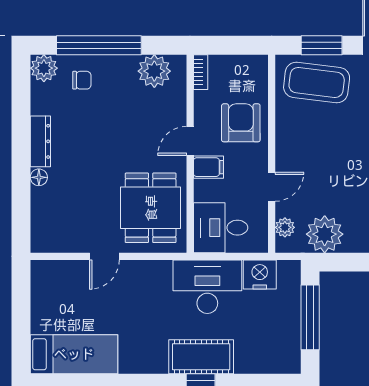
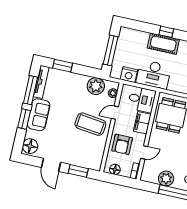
floor lamp: (244, 66) -> (115, 169), added
plant: (154, 71) -> (166, 178), moved
coffee table: (317, 82) -> (90, 124), moved
door: (190, 141) -> (144, 152), moved
filing cabinet: (208, 167) -> (142, 123), width x2.00

